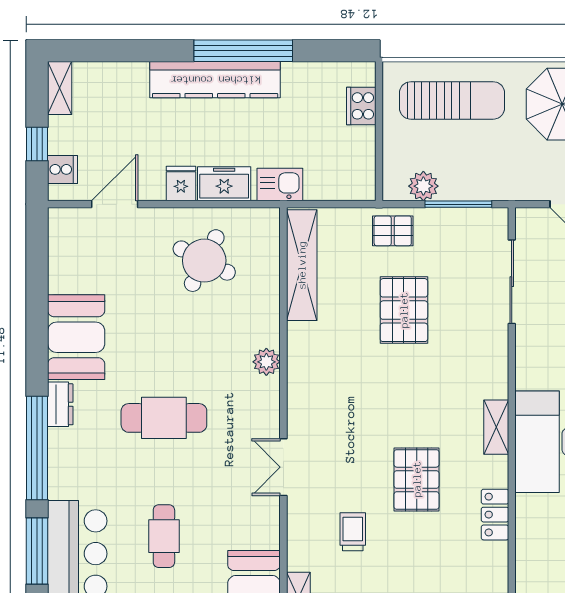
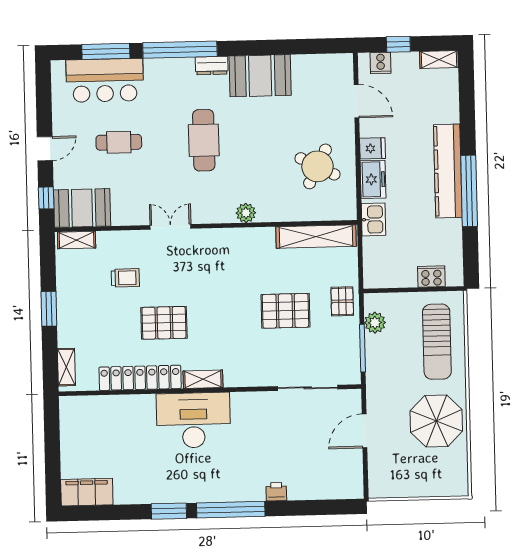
locker: (495, 515) -> (140, 378), width x2.16, depth x1.21

